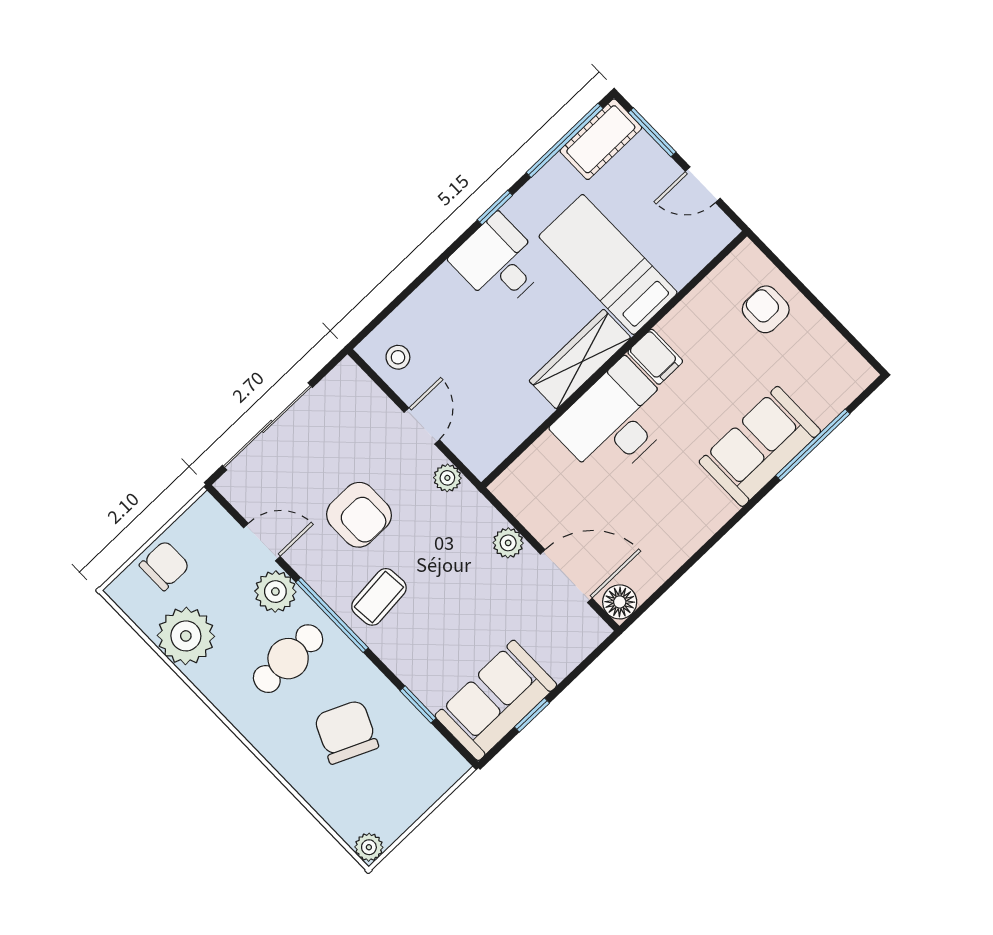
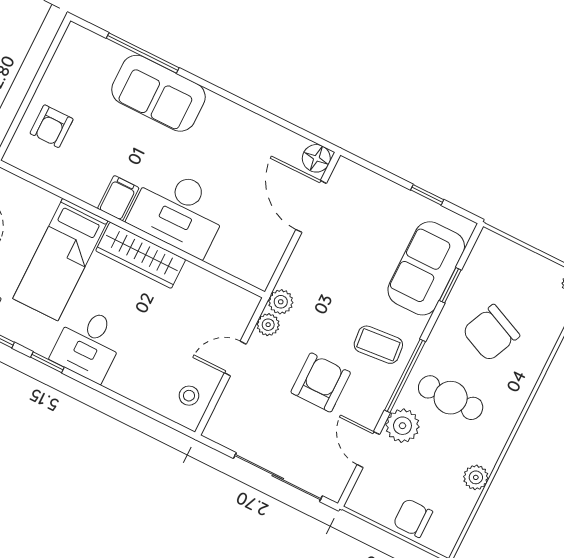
plant: (508, 543) -> (281, 302), moved
plant: (186, 636) -> (476, 477), width x0.53, depth x0.53
sofa: (496, 700) -> (426, 268), moved, turned 90

